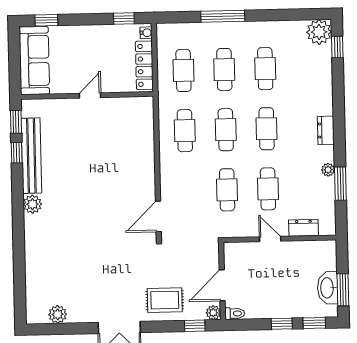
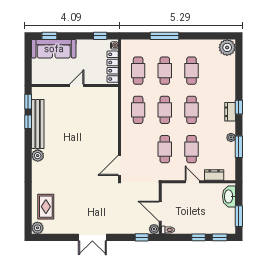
window: (337, 47) -> (239, 107), moved
sofa: (34, 61) -> (54, 49), moved, turned 90
door: (222, 285) -> (160, 211), hinge flipped
washbasin: (328, 288) -> (229, 196), moved
rug: (165, 300) -> (46, 207), moved, turned 90
plant: (58, 314) -> (37, 228), moved

